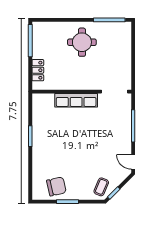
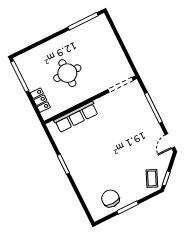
round table: (82, 42) -> (67, 73), moved
row of seats: (76, 100) -> (76, 117), moved
door: (133, 162) -> (170, 141), hinge flipped
chair: (56, 186) -> (110, 199), turned -78

